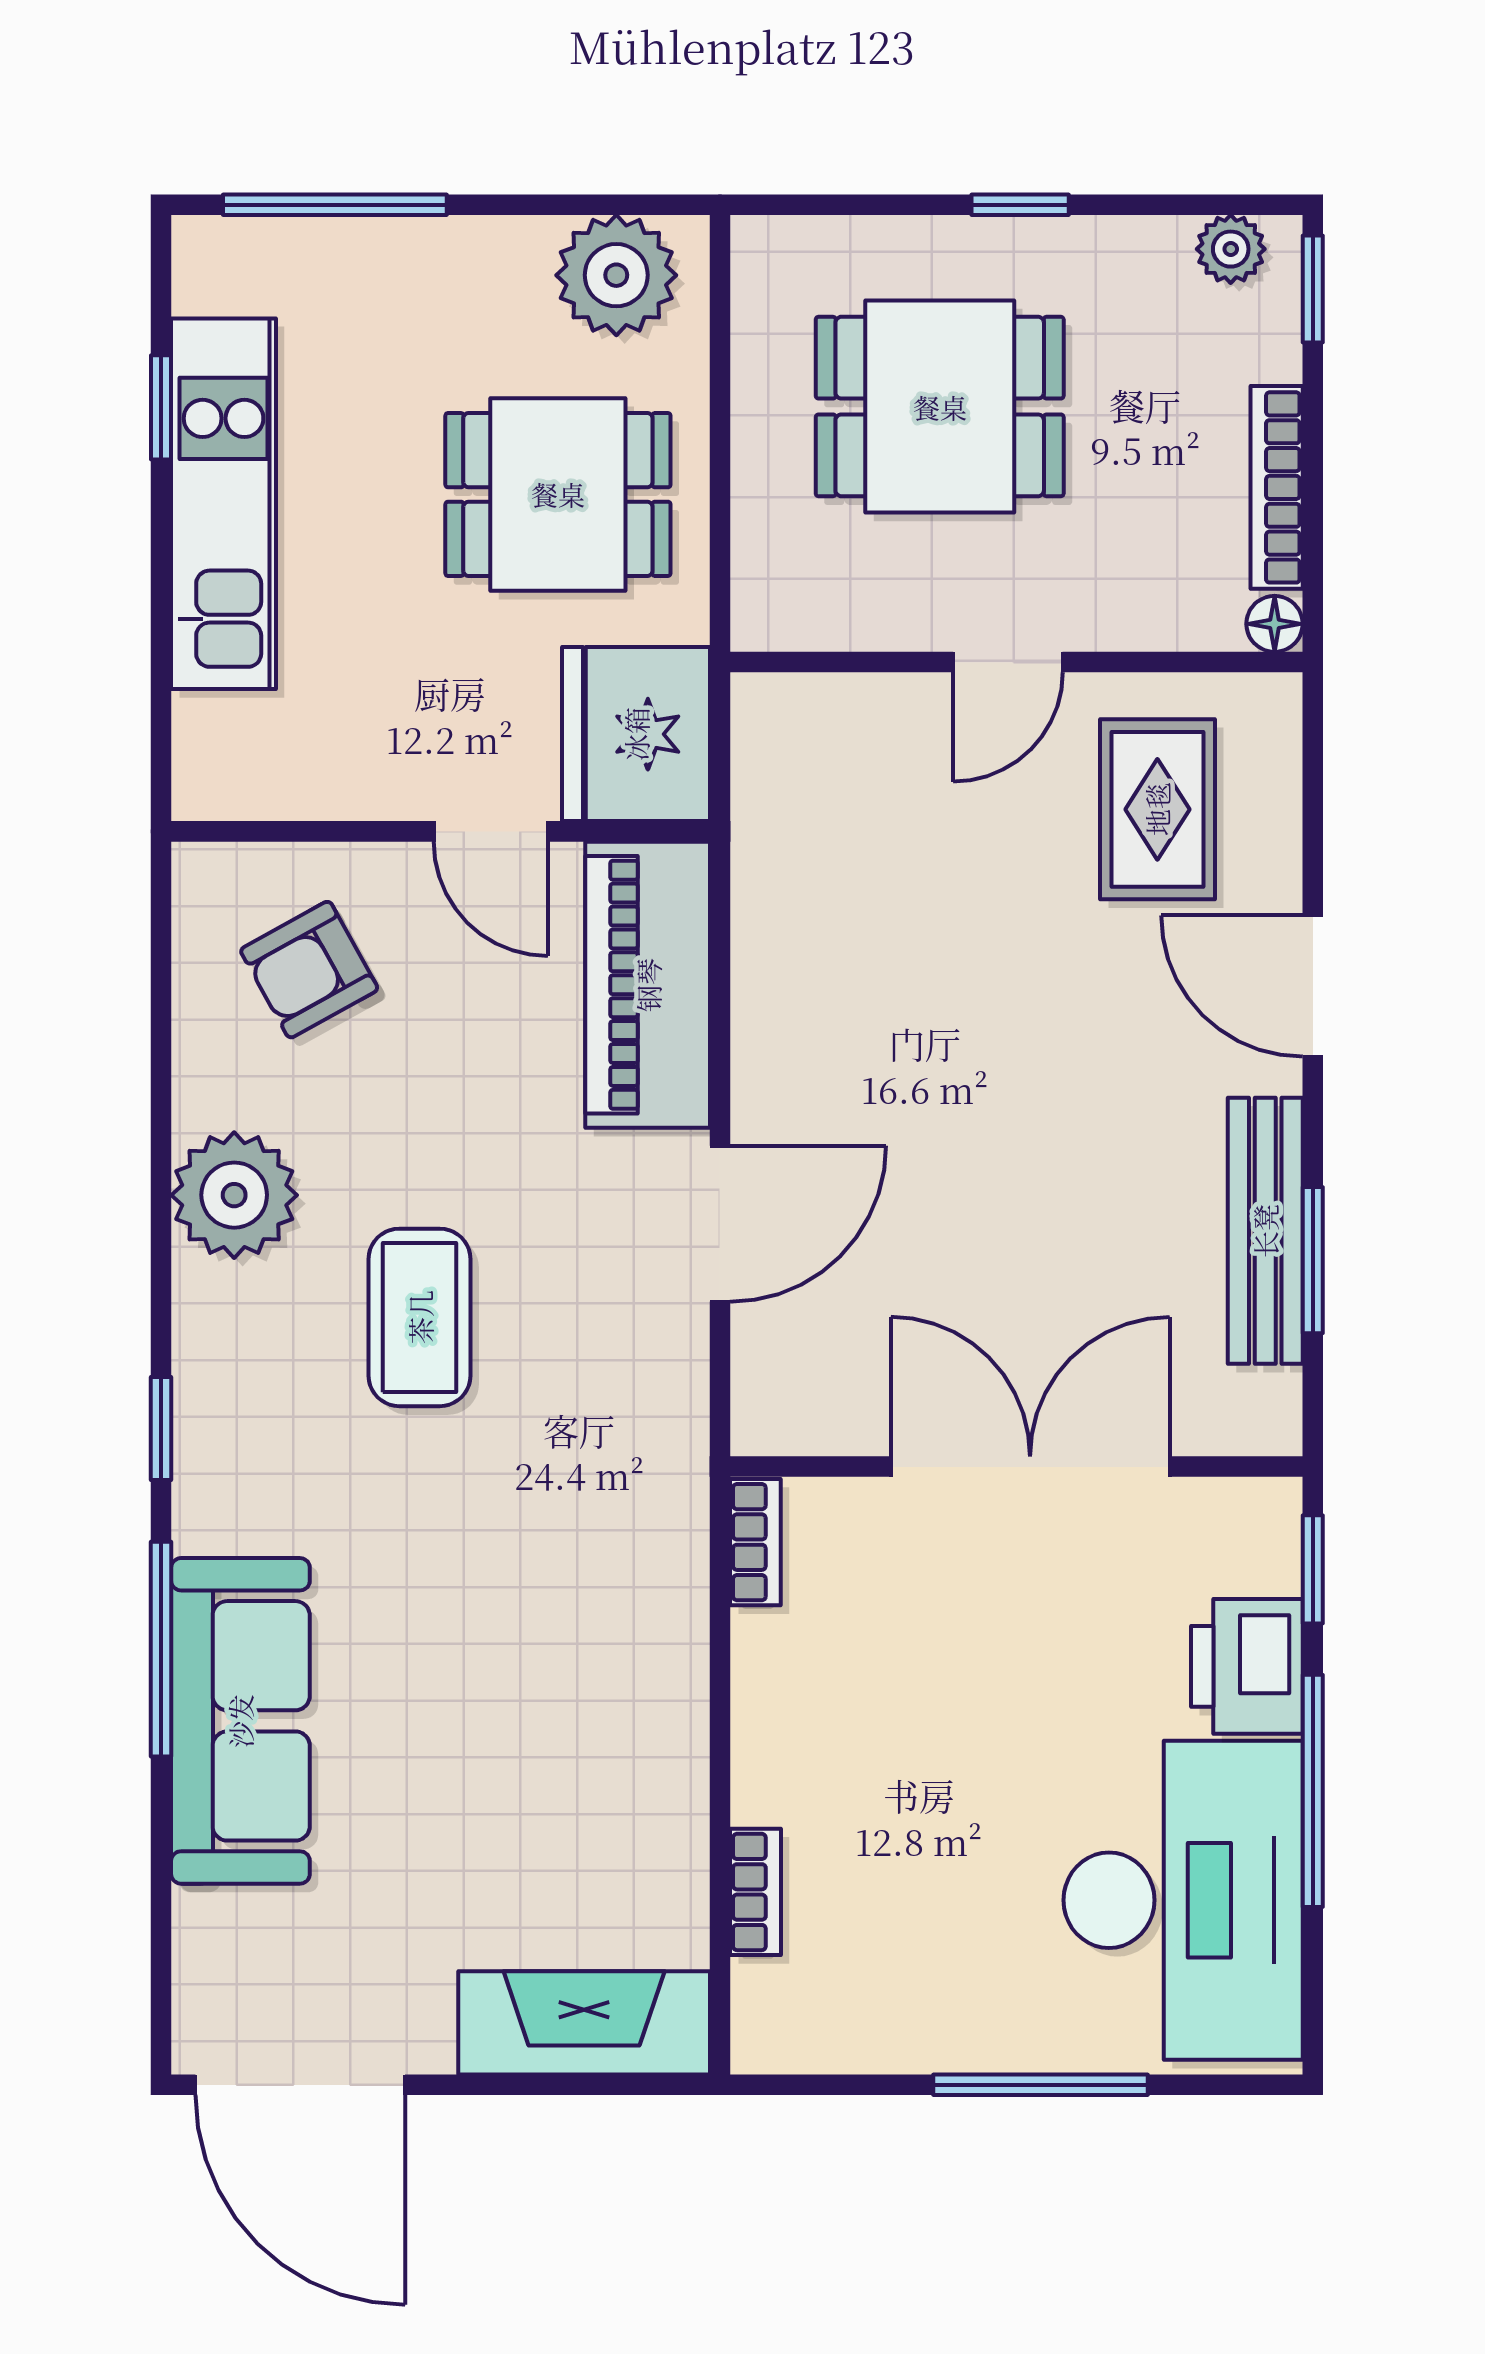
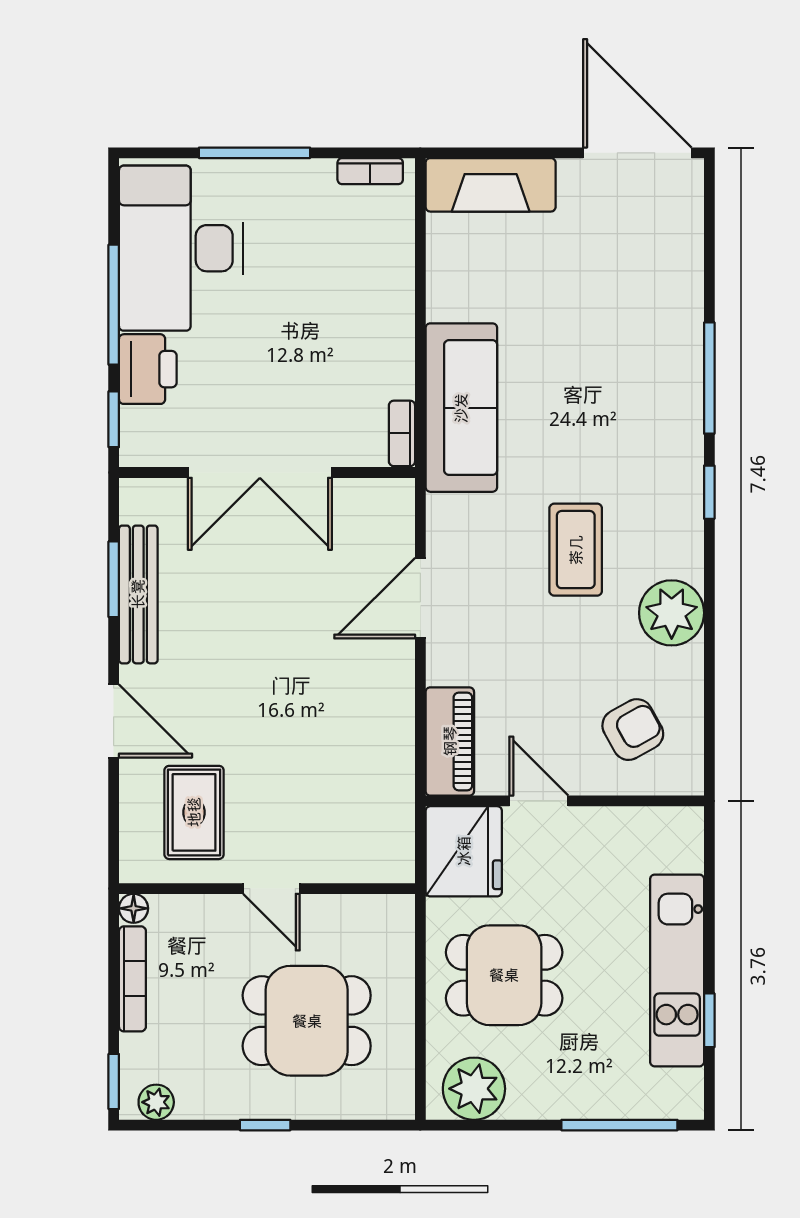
door: (1008, 662) -> (271, 889), swing flipped
piano: (648, 985) -> (450, 741), width x0.73, depth x0.75
sofa: (240, 1721) -> (461, 408), moved, turned 180
bookcase: (755, 1892) -> (370, 171), moved, turned -90

